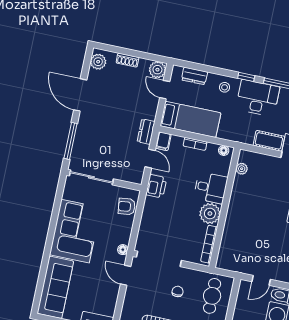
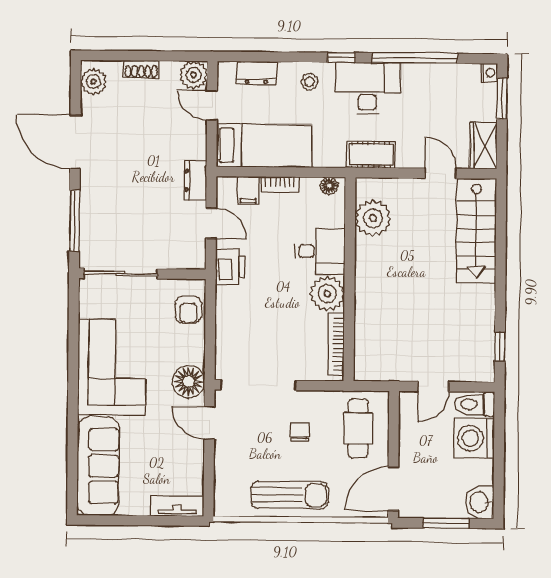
filing cabinet: (163, 141) -> (248, 191), moved
cot: (269, 141) -> (371, 155), moved
plant: (242, 169) -> (373, 218), width x1.87, depth x1.87
armchair: (127, 207) -> (188, 310), turned -83
floor lamp: (123, 250) -> (189, 382), width x1.89, depth x1.89

